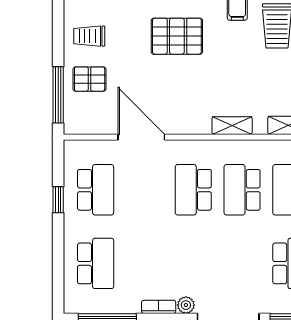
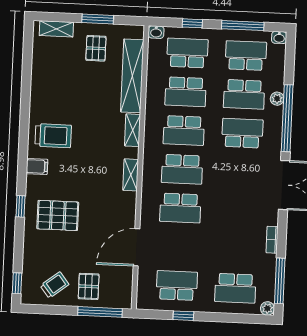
trolley: (89, 36) -> (55, 285), turned -128
pallet: (177, 36) -> (58, 215), turned 90
school desk: (96, 263) -> (235, 288), turned 180
plant: (186, 305) -> (267, 308), moved

